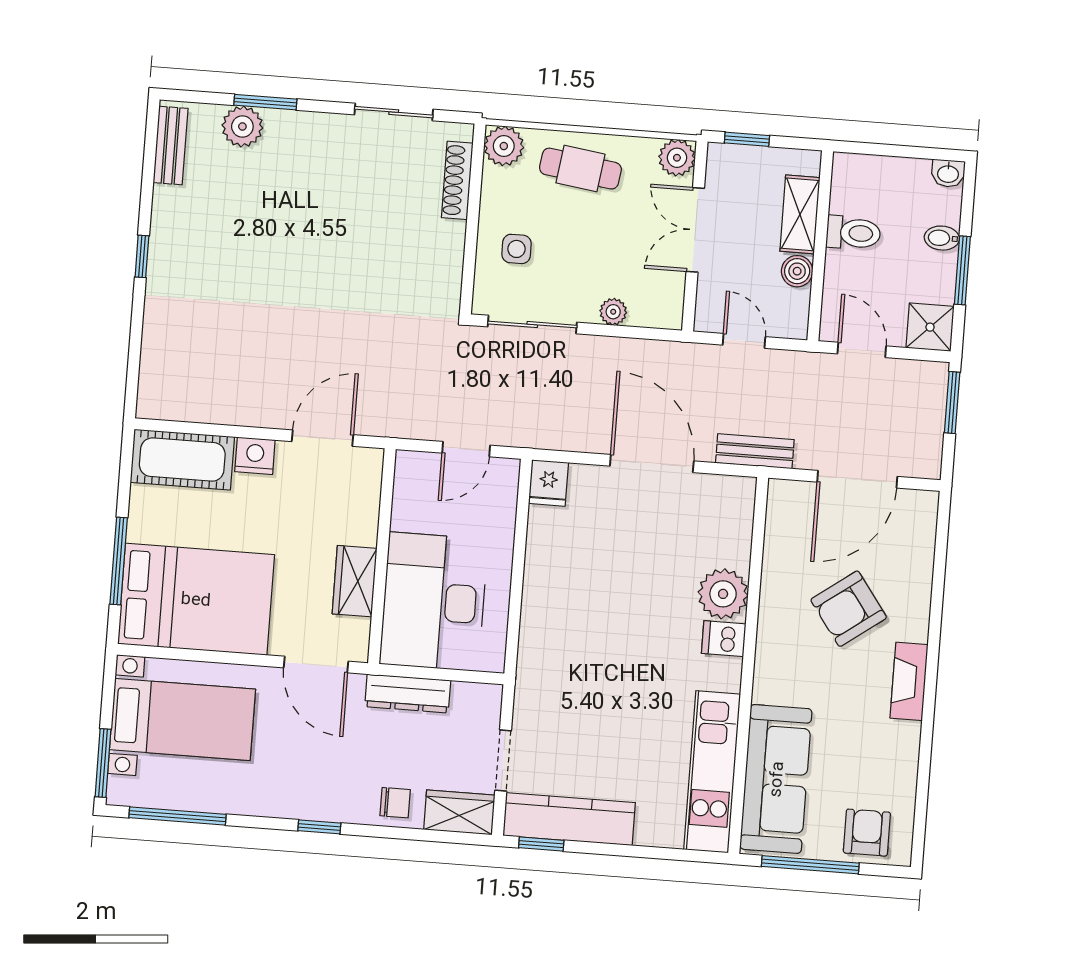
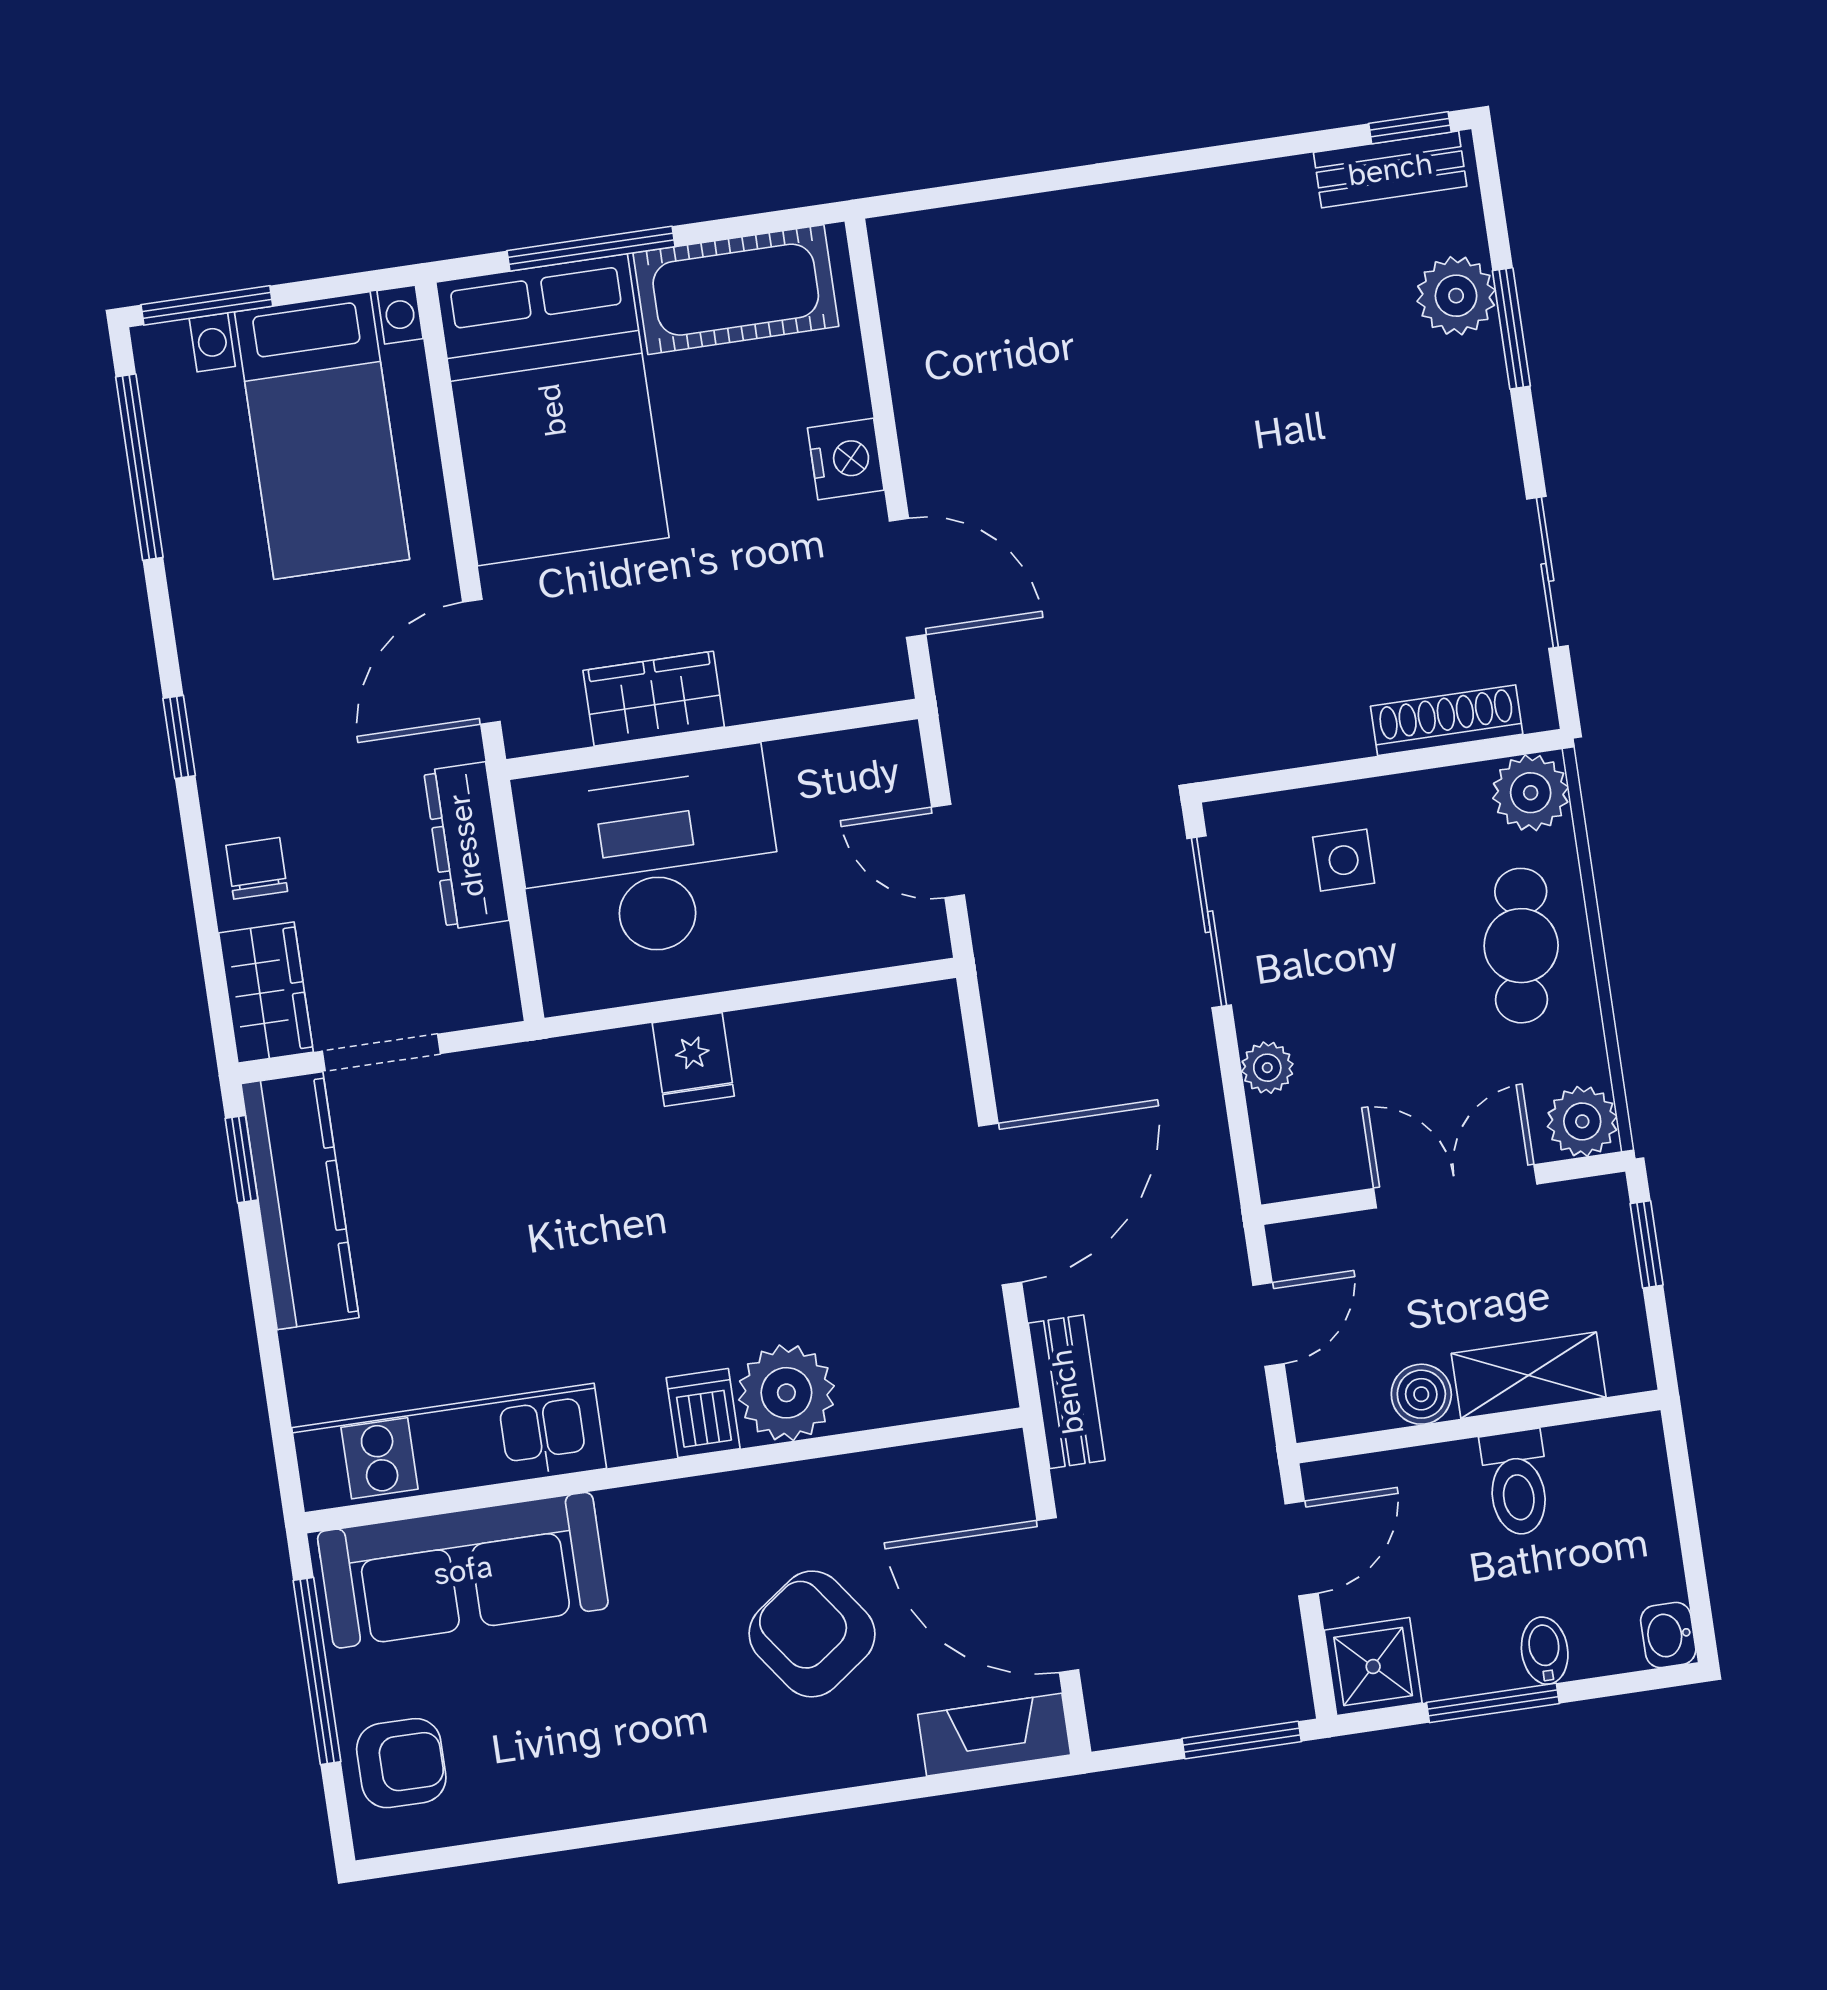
window: (142, 256) -> (1410, 128), moved
cot: (182, 460) -> (736, 290), moved, turned 90
fridge: (548, 483) -> (693, 1060), moved, turned -90
fireplace: (909, 681) -> (994, 1735), moved
chair: (395, 803) -> (257, 868), turned 180

